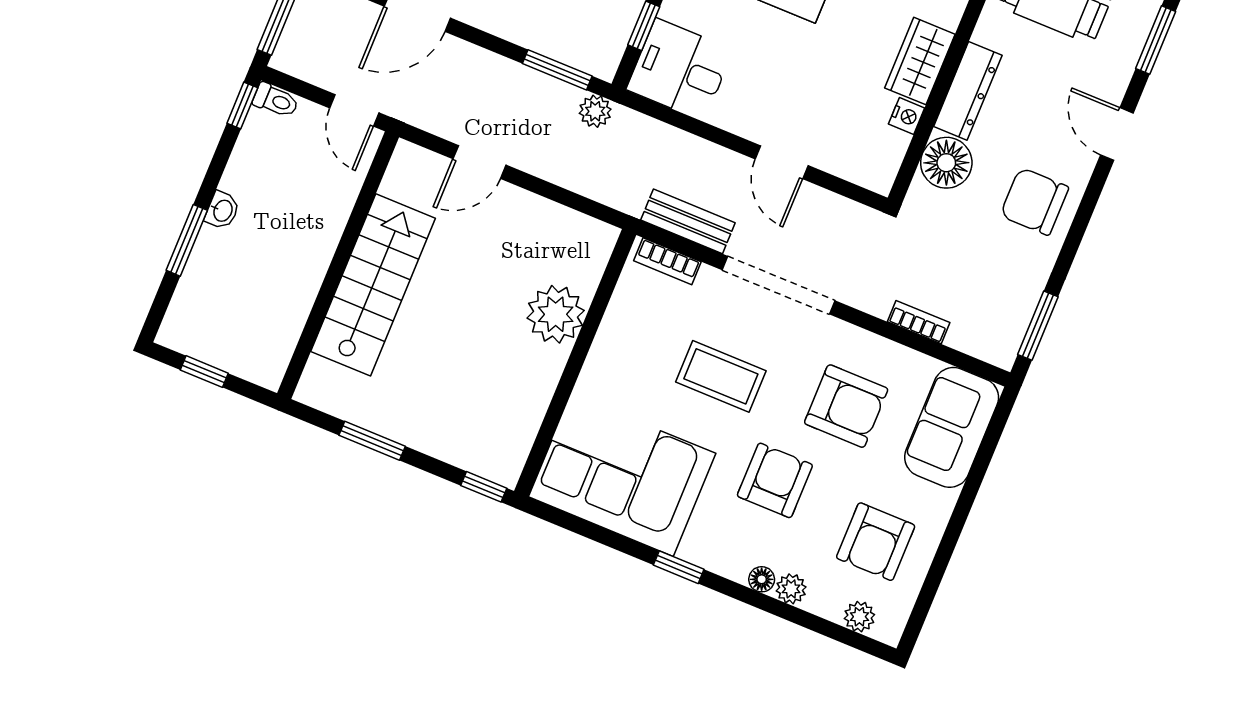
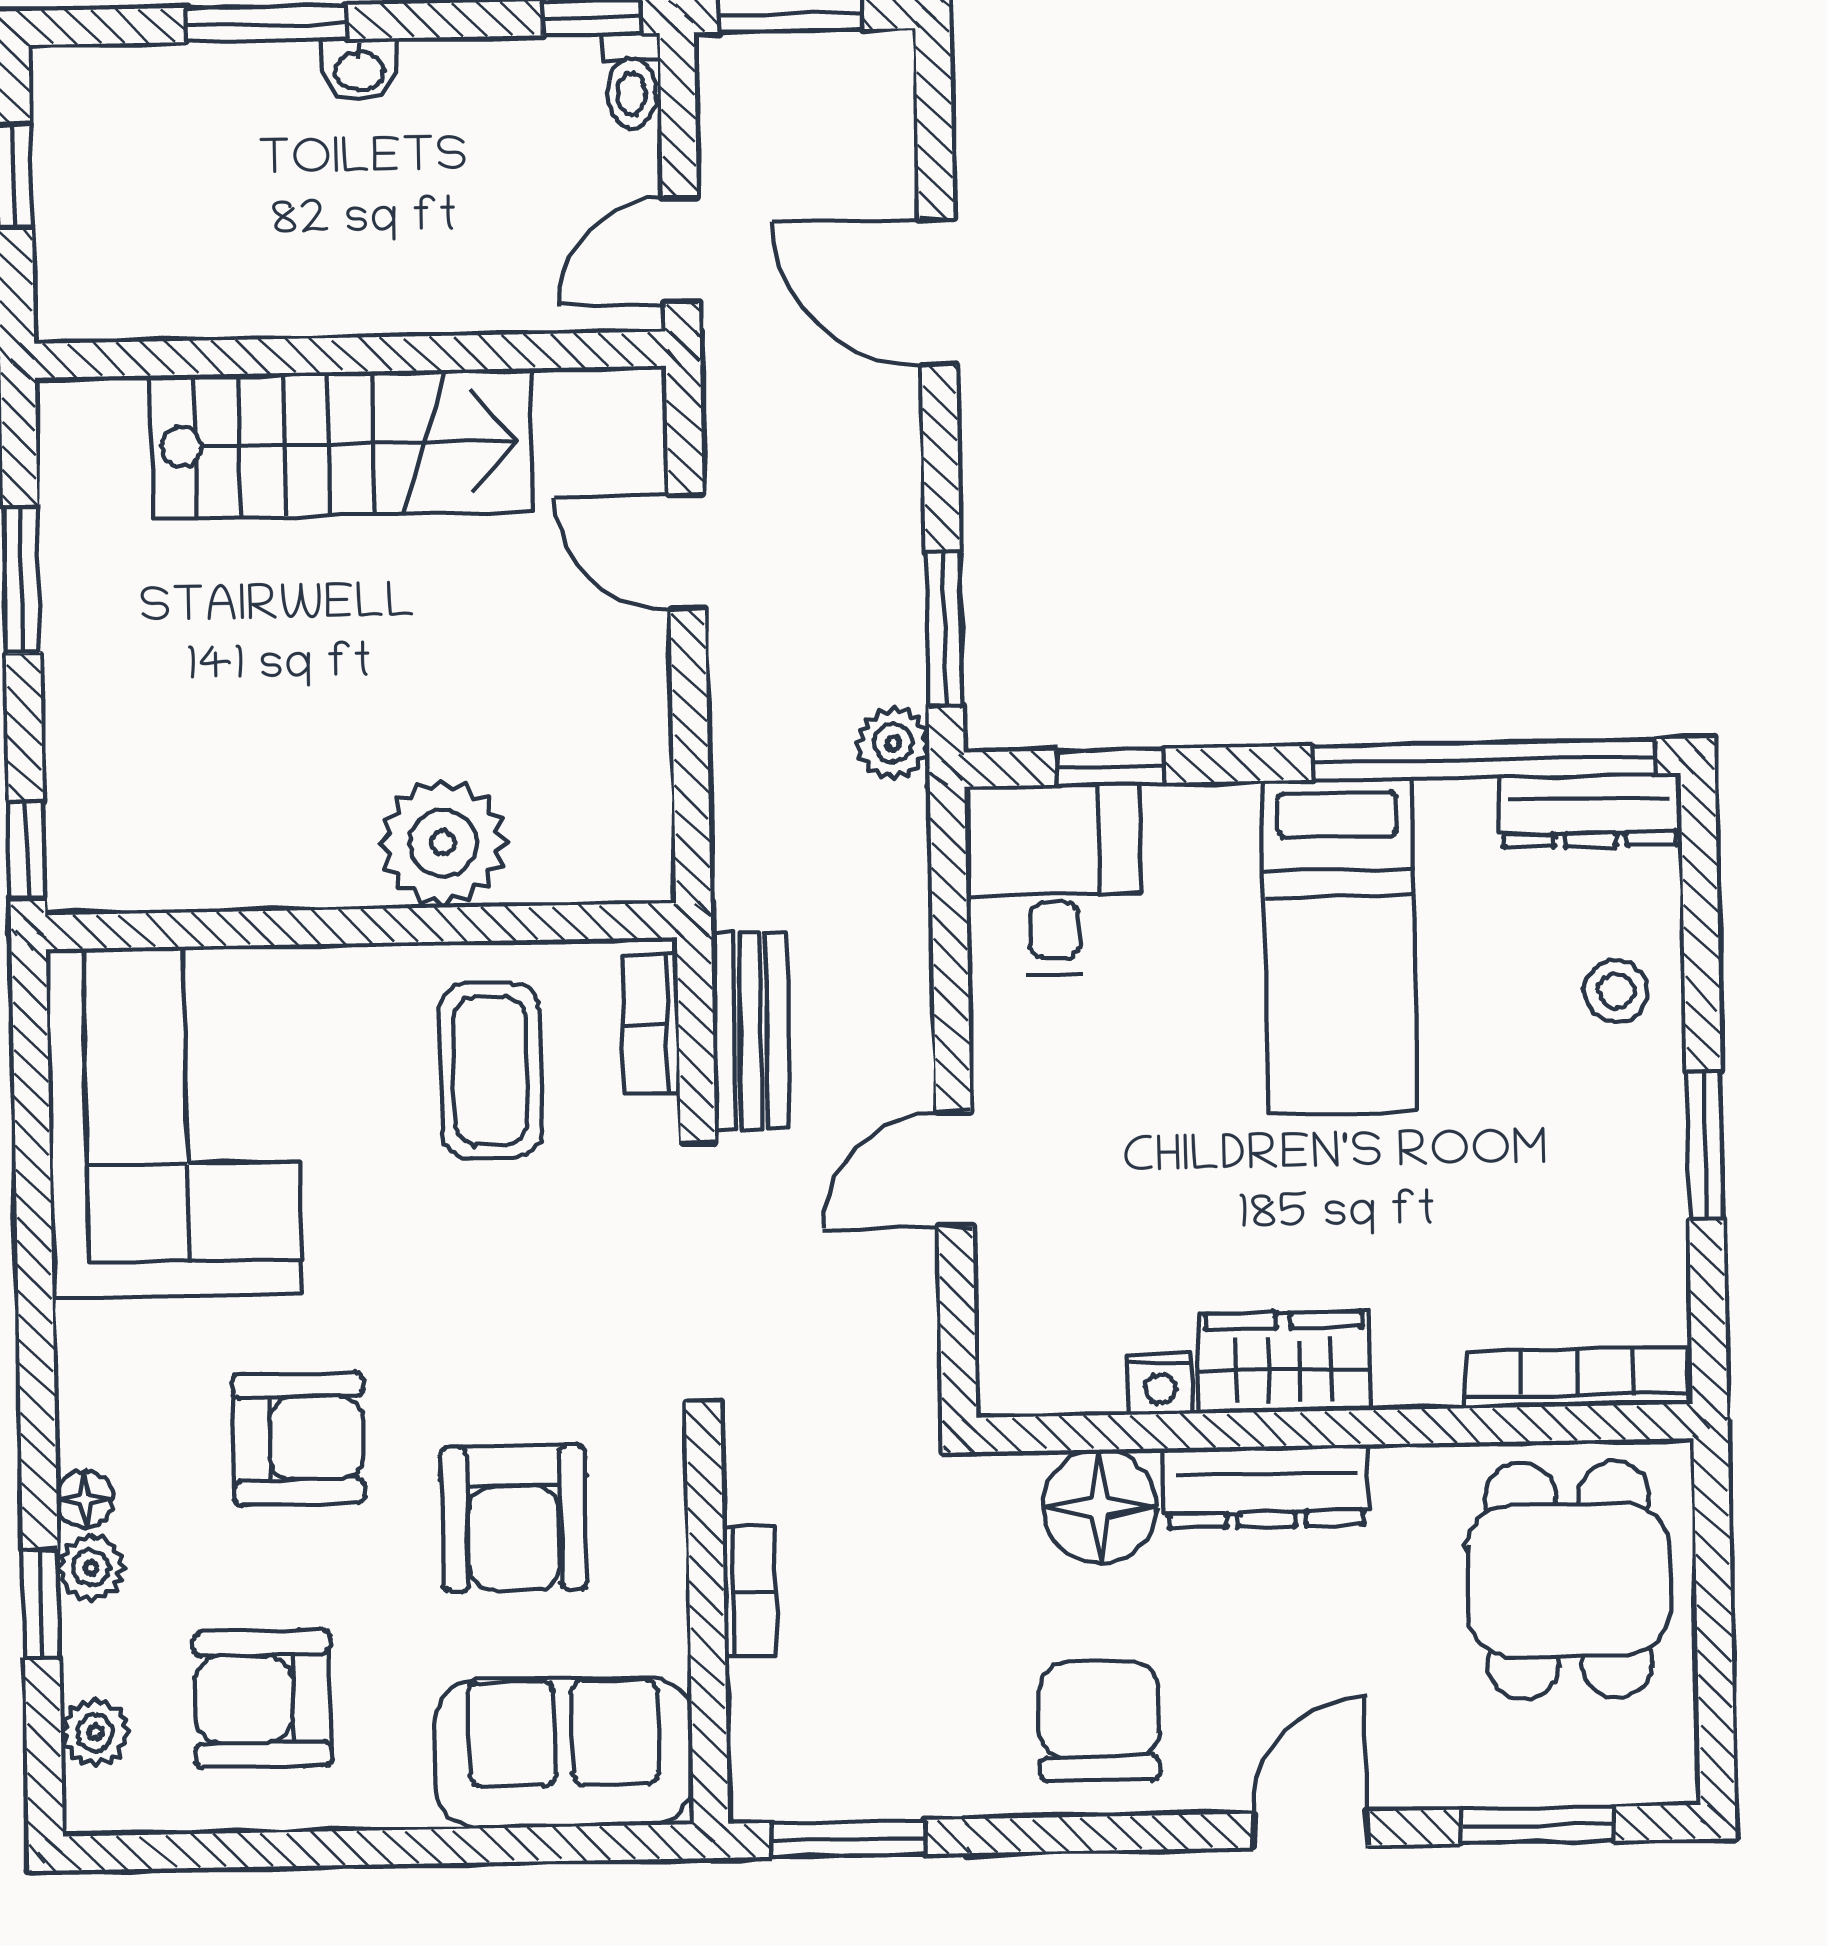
coffee table: (721, 376) -> (491, 1071), moved
window: (679, 567) -> (41, 1604), moved

